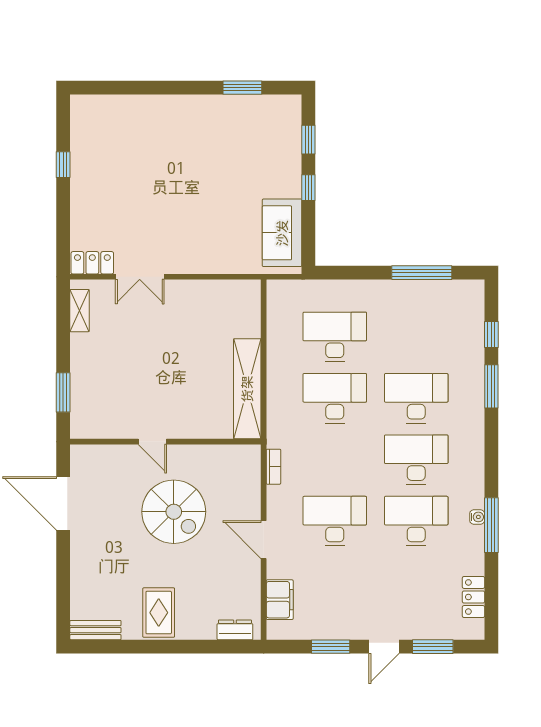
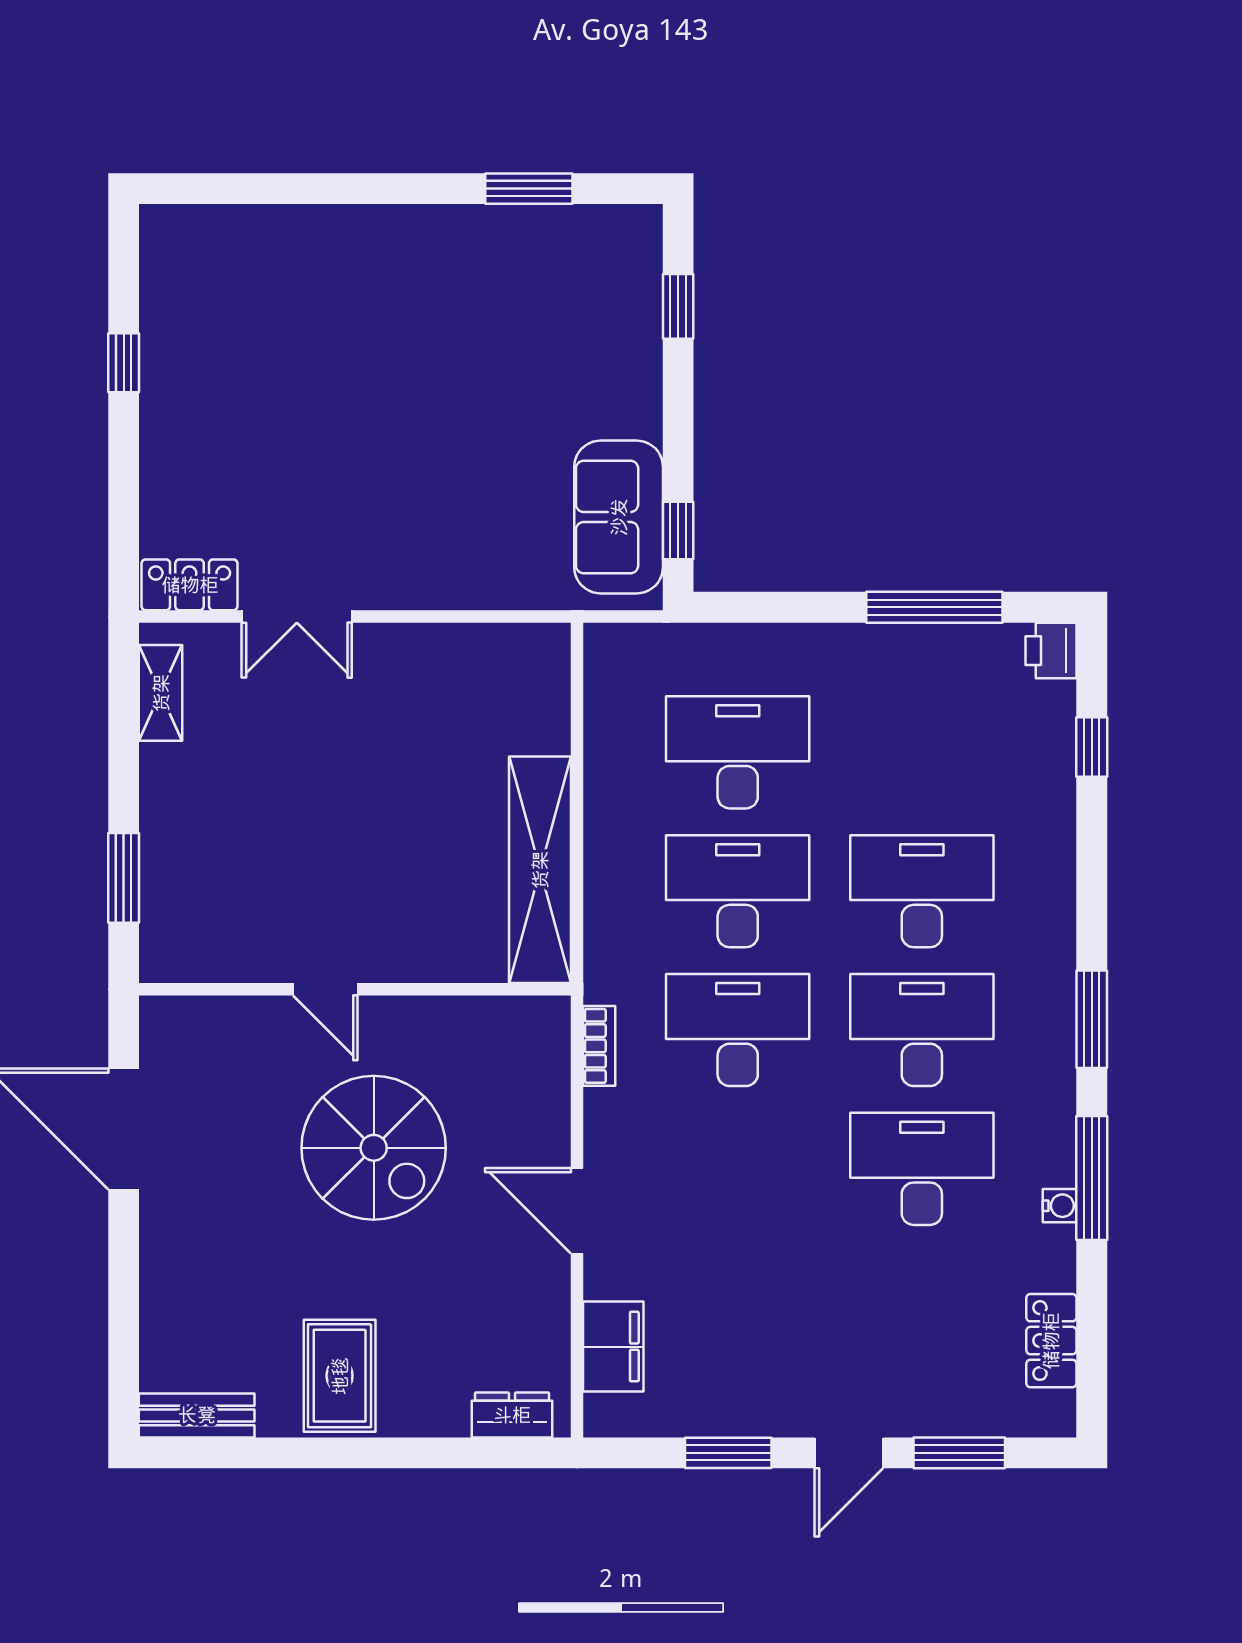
window: (308, 188) -> (678, 531), moved
printer: (473, 292) -> (1051, 651), added
window: (491, 386) -> (1092, 1019), moved
water cooler: (477, 517) -> (1060, 1206), moved
desk: (335, 521) -> (738, 1030), moved

